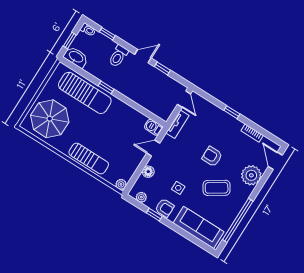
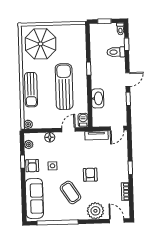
toilet: (118, 56) -> (116, 52), moved
door: (143, 56) -> (128, 80), hinge flipped
washbasin: (76, 57) -> (98, 98), moved
sun lounger: (85, 93) -> (64, 87), moved, turned 180
door: (153, 148) -> (68, 130), hinge flipped
door: (275, 161) -> (117, 221), hinge flipped

